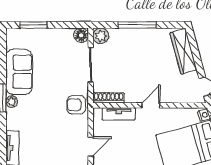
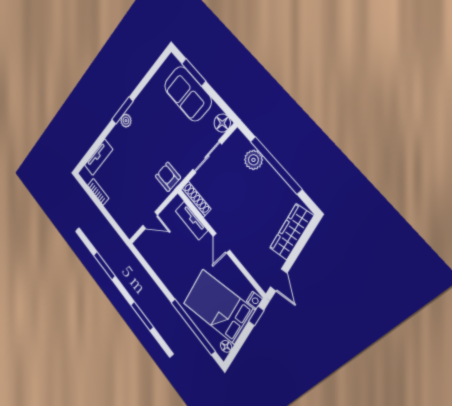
window: (137, 25) -> (276, 165), width x1.46
plant: (101, 36) -> (253, 160), moved
sofa: (19, 72) -> (188, 94), moved, turned 90
door: (151, 105) -> (221, 243), swing flipped

